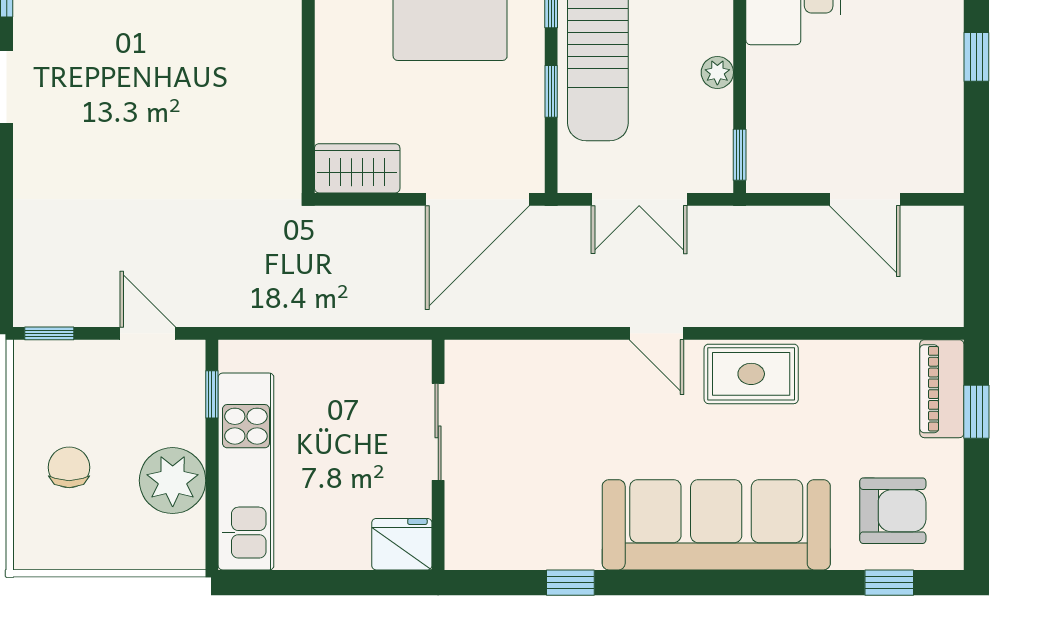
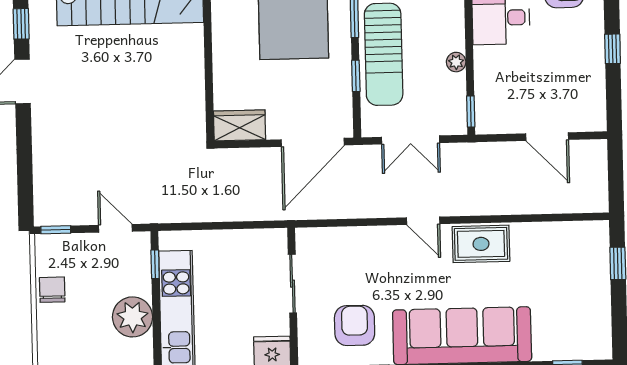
piano: (942, 389) -> (597, 250), removed
chair: (69, 467) -> (52, 290), moved
armchair: (893, 511) -> (355, 325), moved, turned -90

